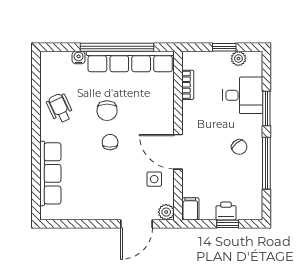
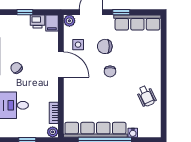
plant: (238, 59) -> (53, 132), moved
chair: (107, 111) -> (105, 46), moved, turned -90
row of seats: (50, 173) -> (137, 23), moved, turned -90
printer: (226, 211) -> (37, 22), moved
window: (94, 224) -> (121, 12), added

